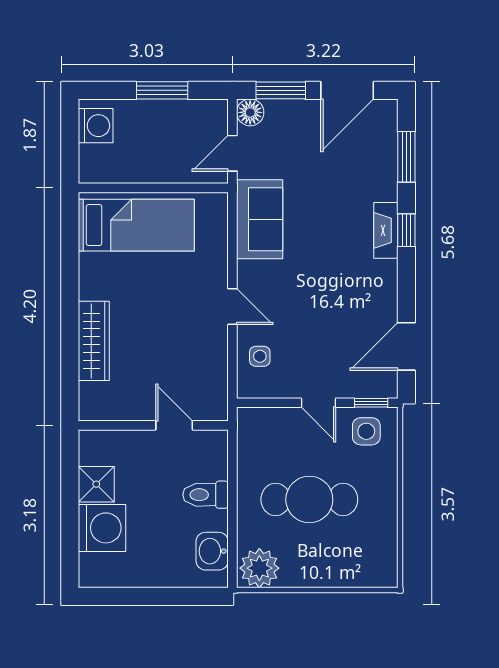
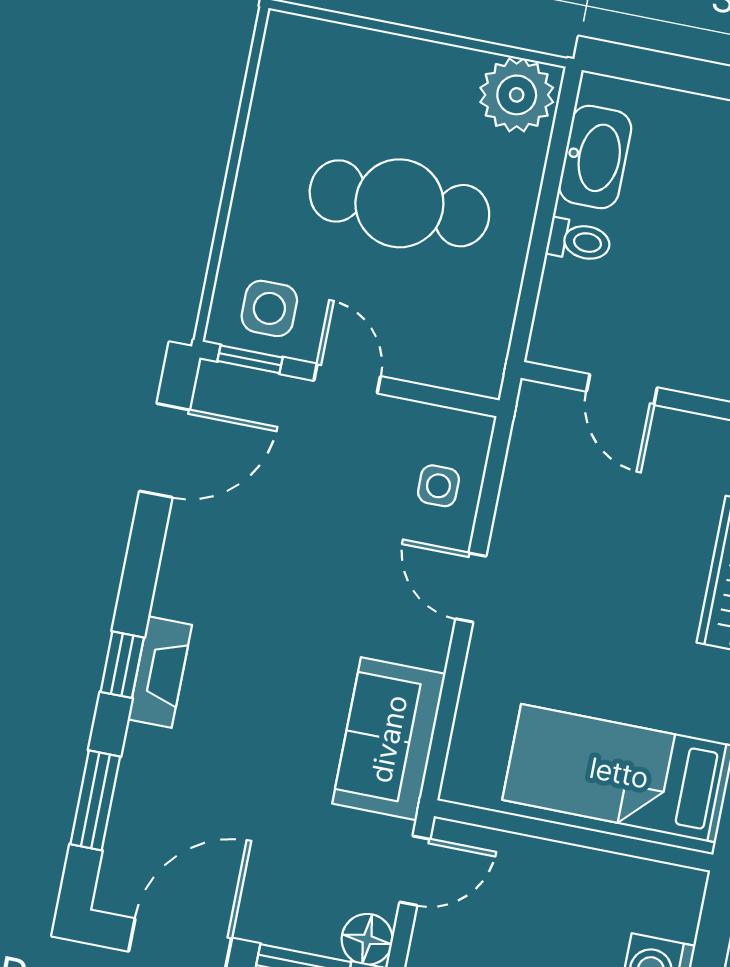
toilet: (206, 495) -> (579, 241), width x0.73, depth x0.72
washbasin: (212, 551) -> (595, 157), width x1.38

